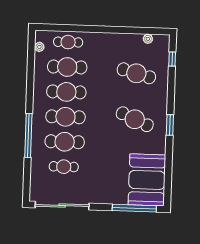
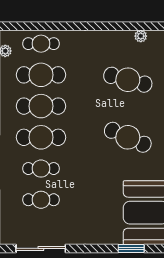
cafe table: (65, 142) -> (41, 169), width x0.73, depth x0.74
sliding door: (62, 206) -> (41, 248), width x0.73
window: (134, 208) -> (131, 248), width x0.47

